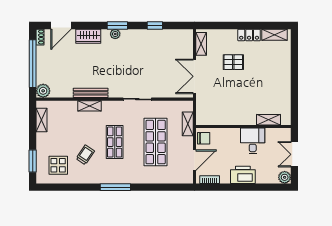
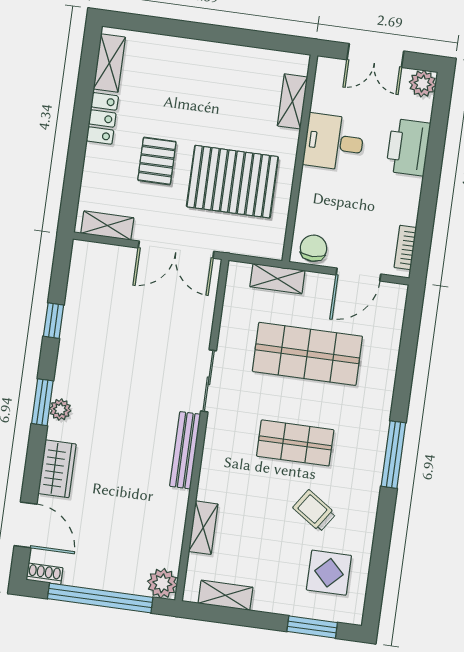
bench: (91, 93) -> (185, 450), moved
pallet: (229, 98) -> (232, 182), added
shelving: (90, 106) -> (203, 528), moved
door: (194, 160) -> (358, 275), swing flipped
printer: (243, 175) -> (408, 147), moved

